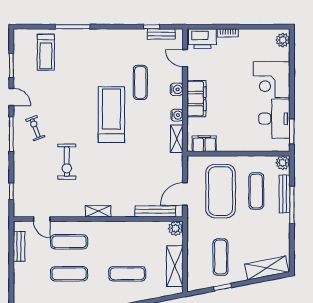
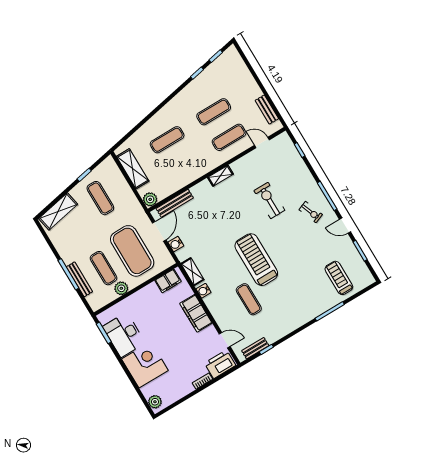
water cooler: (177, 89) -> (176, 244), moved
treadmill: (111, 115) -> (256, 260), turned 180
plant: (283, 163) -> (121, 288), moved

